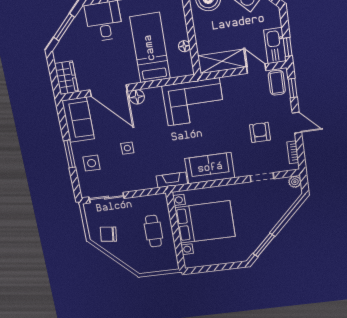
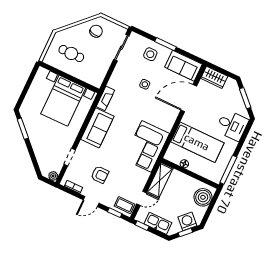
kitchen sink: (275, 46) -> (158, 223), moved
floor lamp: (137, 97) -> (173, 113), removed
cafe table: (153, 231) -> (71, 53), moved

